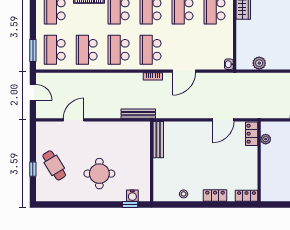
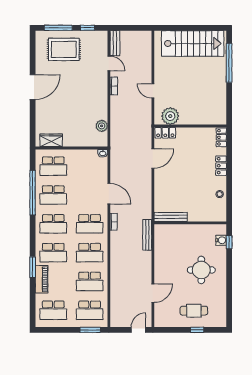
door: (33, 92) -> (138, 330), moved
door: (74, 120) -> (153, 293), swing flipped
door: (223, 120) -> (153, 159), hinge flipped
plant: (266, 139) -> (170, 116), width x1.88, depth x1.88
cafe table: (54, 165) -> (194, 311), turned 31

